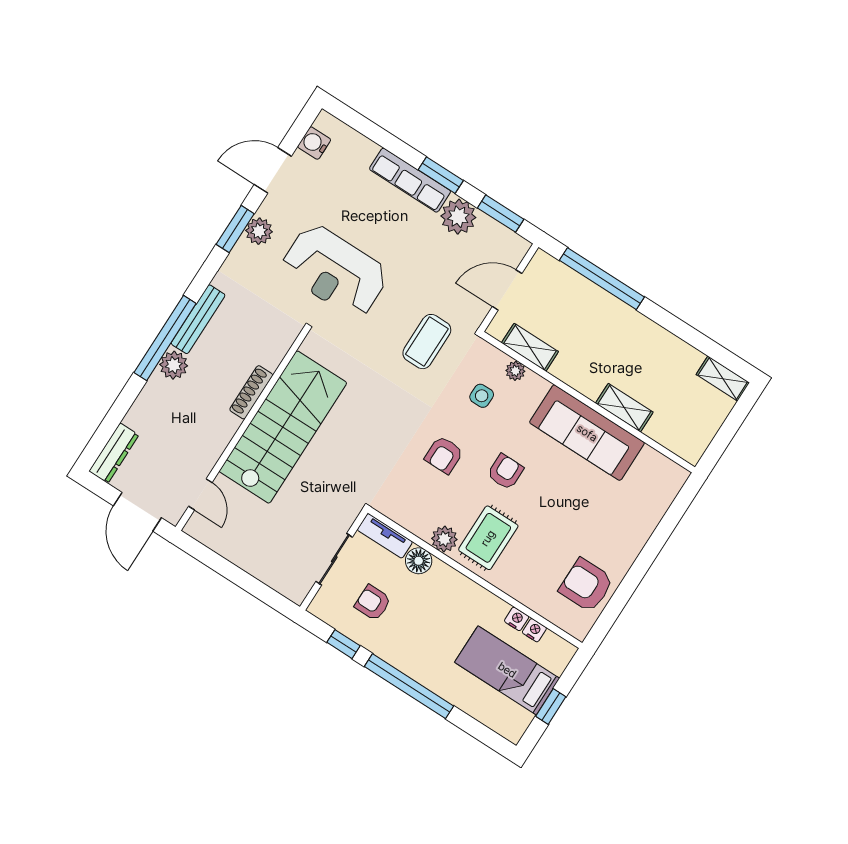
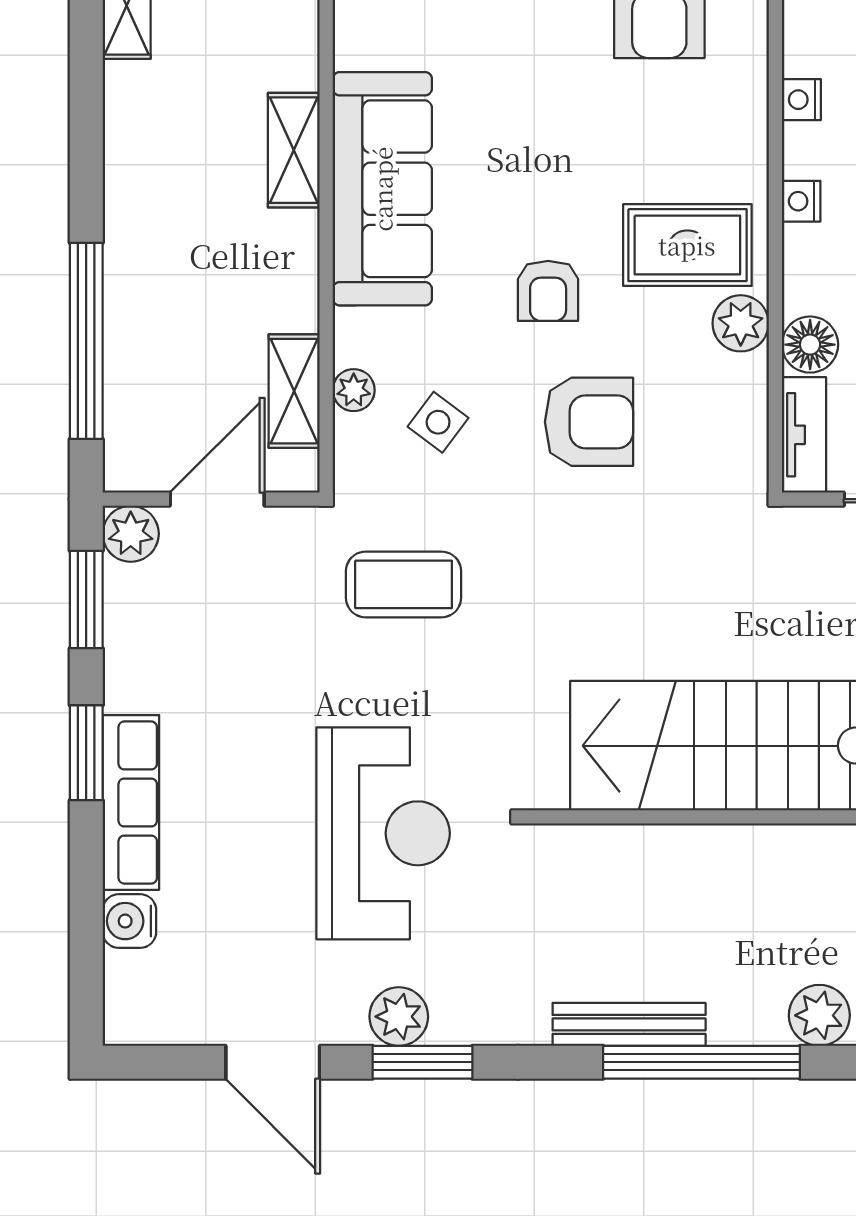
water cooler: (314, 143) -> (129, 921), moved, turned 90
plant: (458, 217) -> (131, 534), moved, width x0.73, depth x0.73
door: (507, 290) -> (217, 499), swing flipped
plant: (174, 365) -> (819, 1015), moved
shoe rack: (251, 392) -> (700, 843), removed
side table: (482, 396) -> (438, 422), turned 37
armchair: (444, 455) -> (589, 422), width x1.38, depth x1.38
armchair: (505, 472) -> (548, 291), turned -90
nightstand: (534, 630) -> (801, 201), moved

